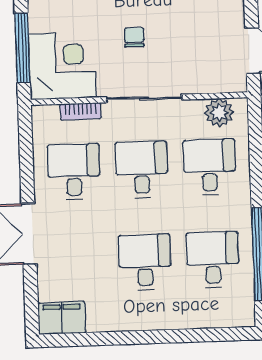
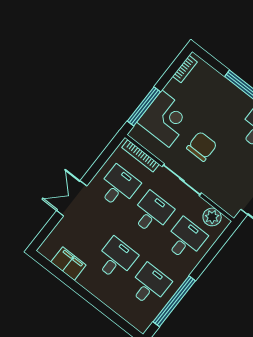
chair: (134, 37) -> (202, 146), width x1.87, depth x1.87
corner desk: (62, 66) -> (165, 119), moved
bookcase: (81, 111) -> (140, 156), width x1.56
filing cabinet: (62, 318) -> (68, 264), moved

